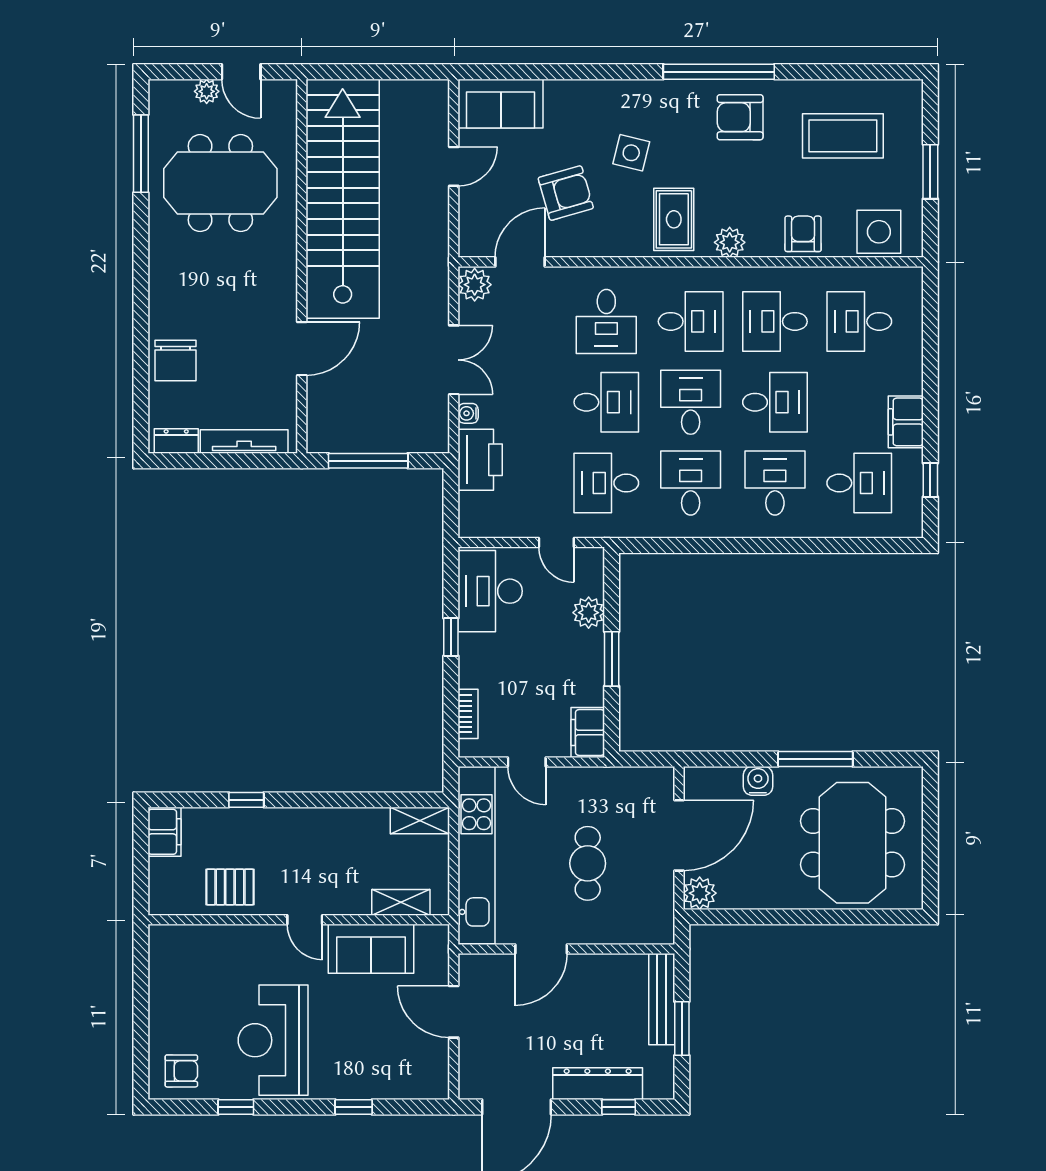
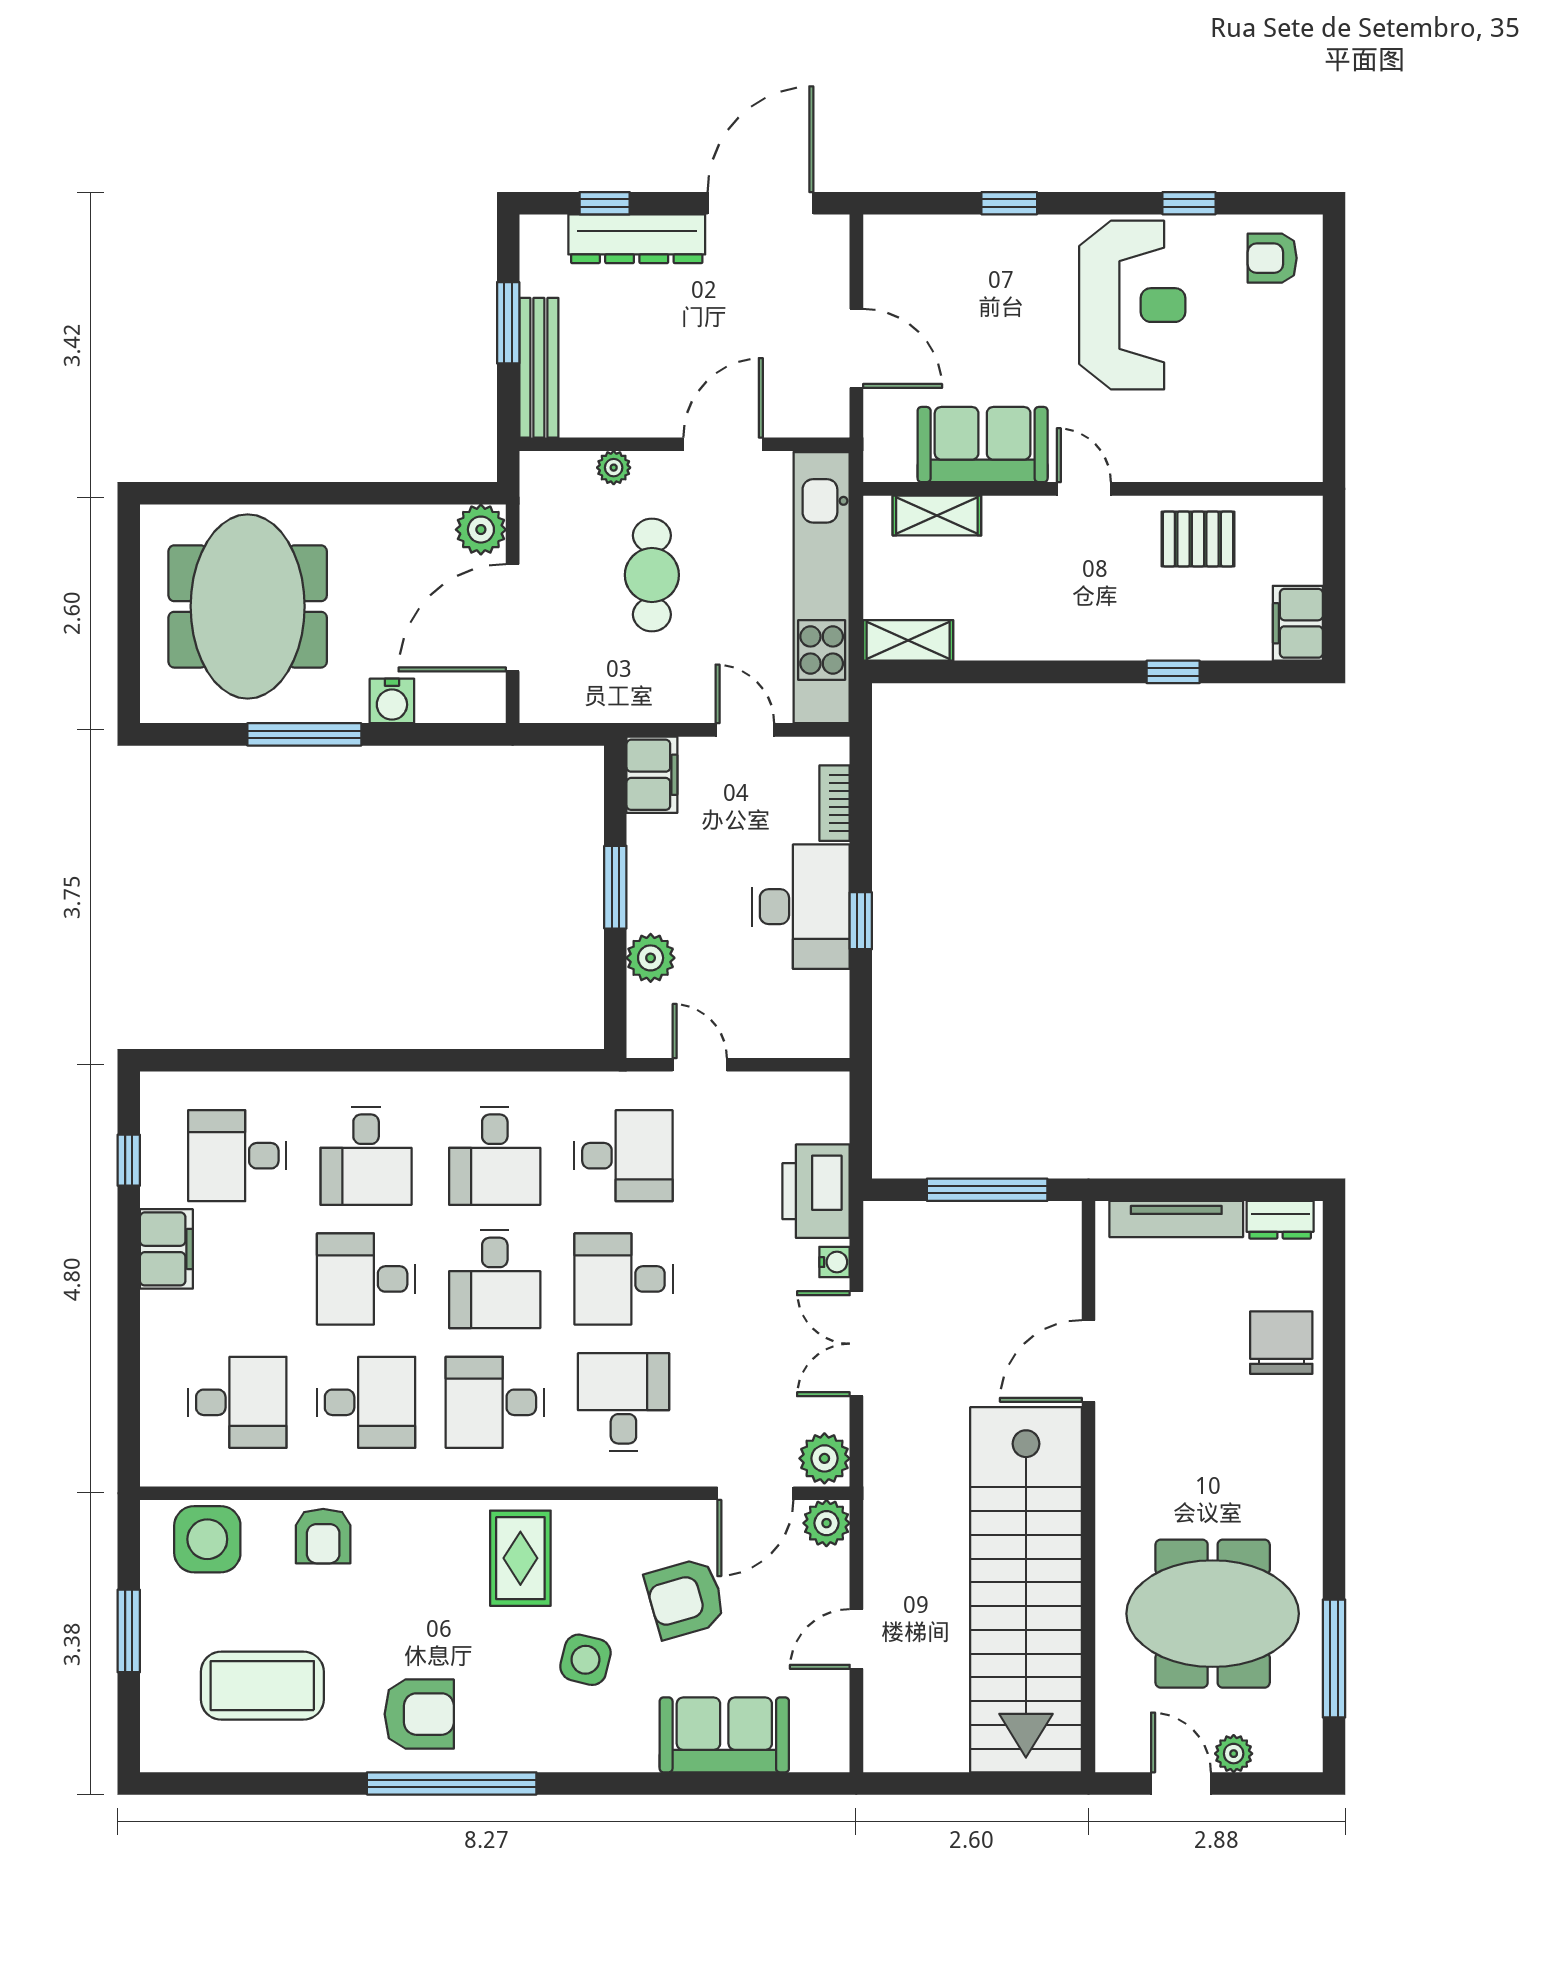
sofa: (501, 104) -> (724, 1735), moved
plant: (730, 242) -> (826, 1523), moved
desk: (490, 591) -> (801, 907), moved
plant: (613, 934) -> (614, 468), added

